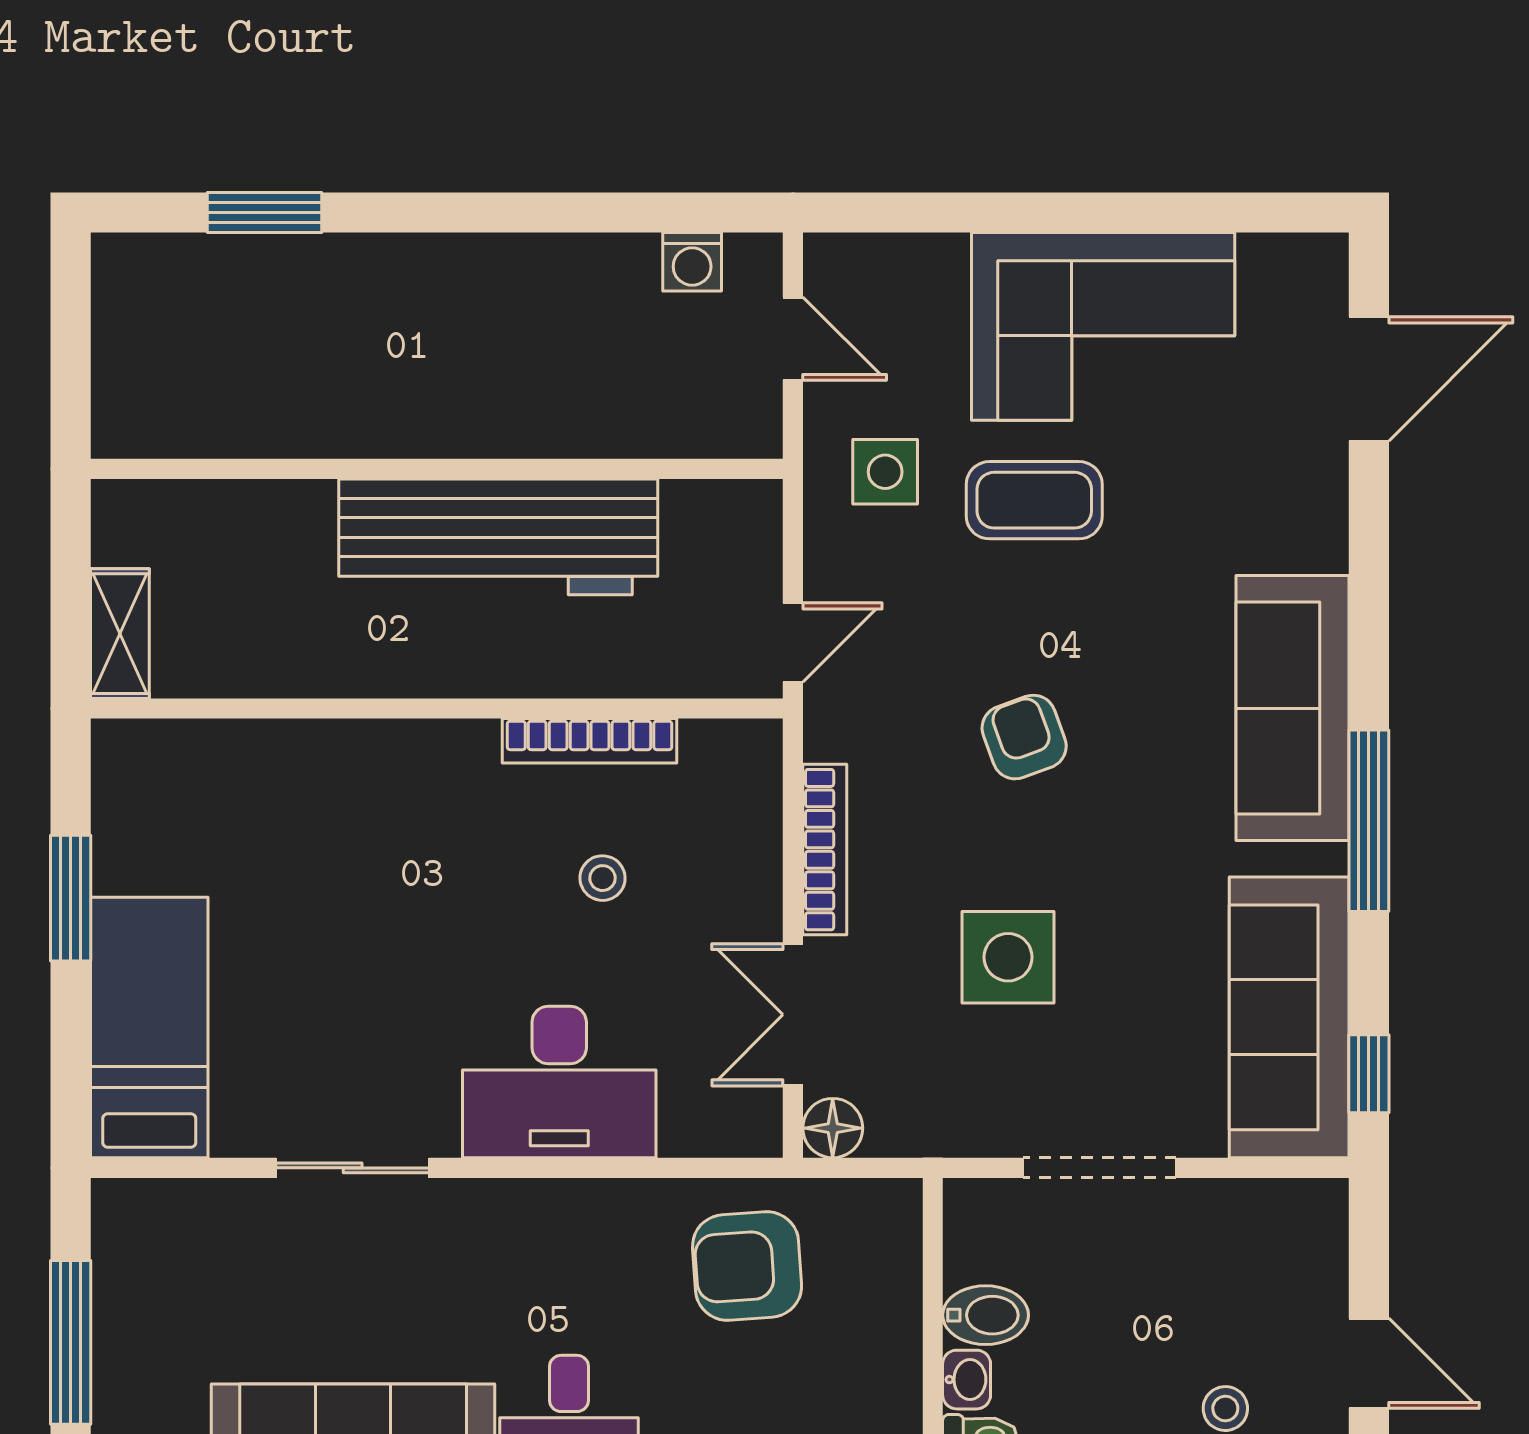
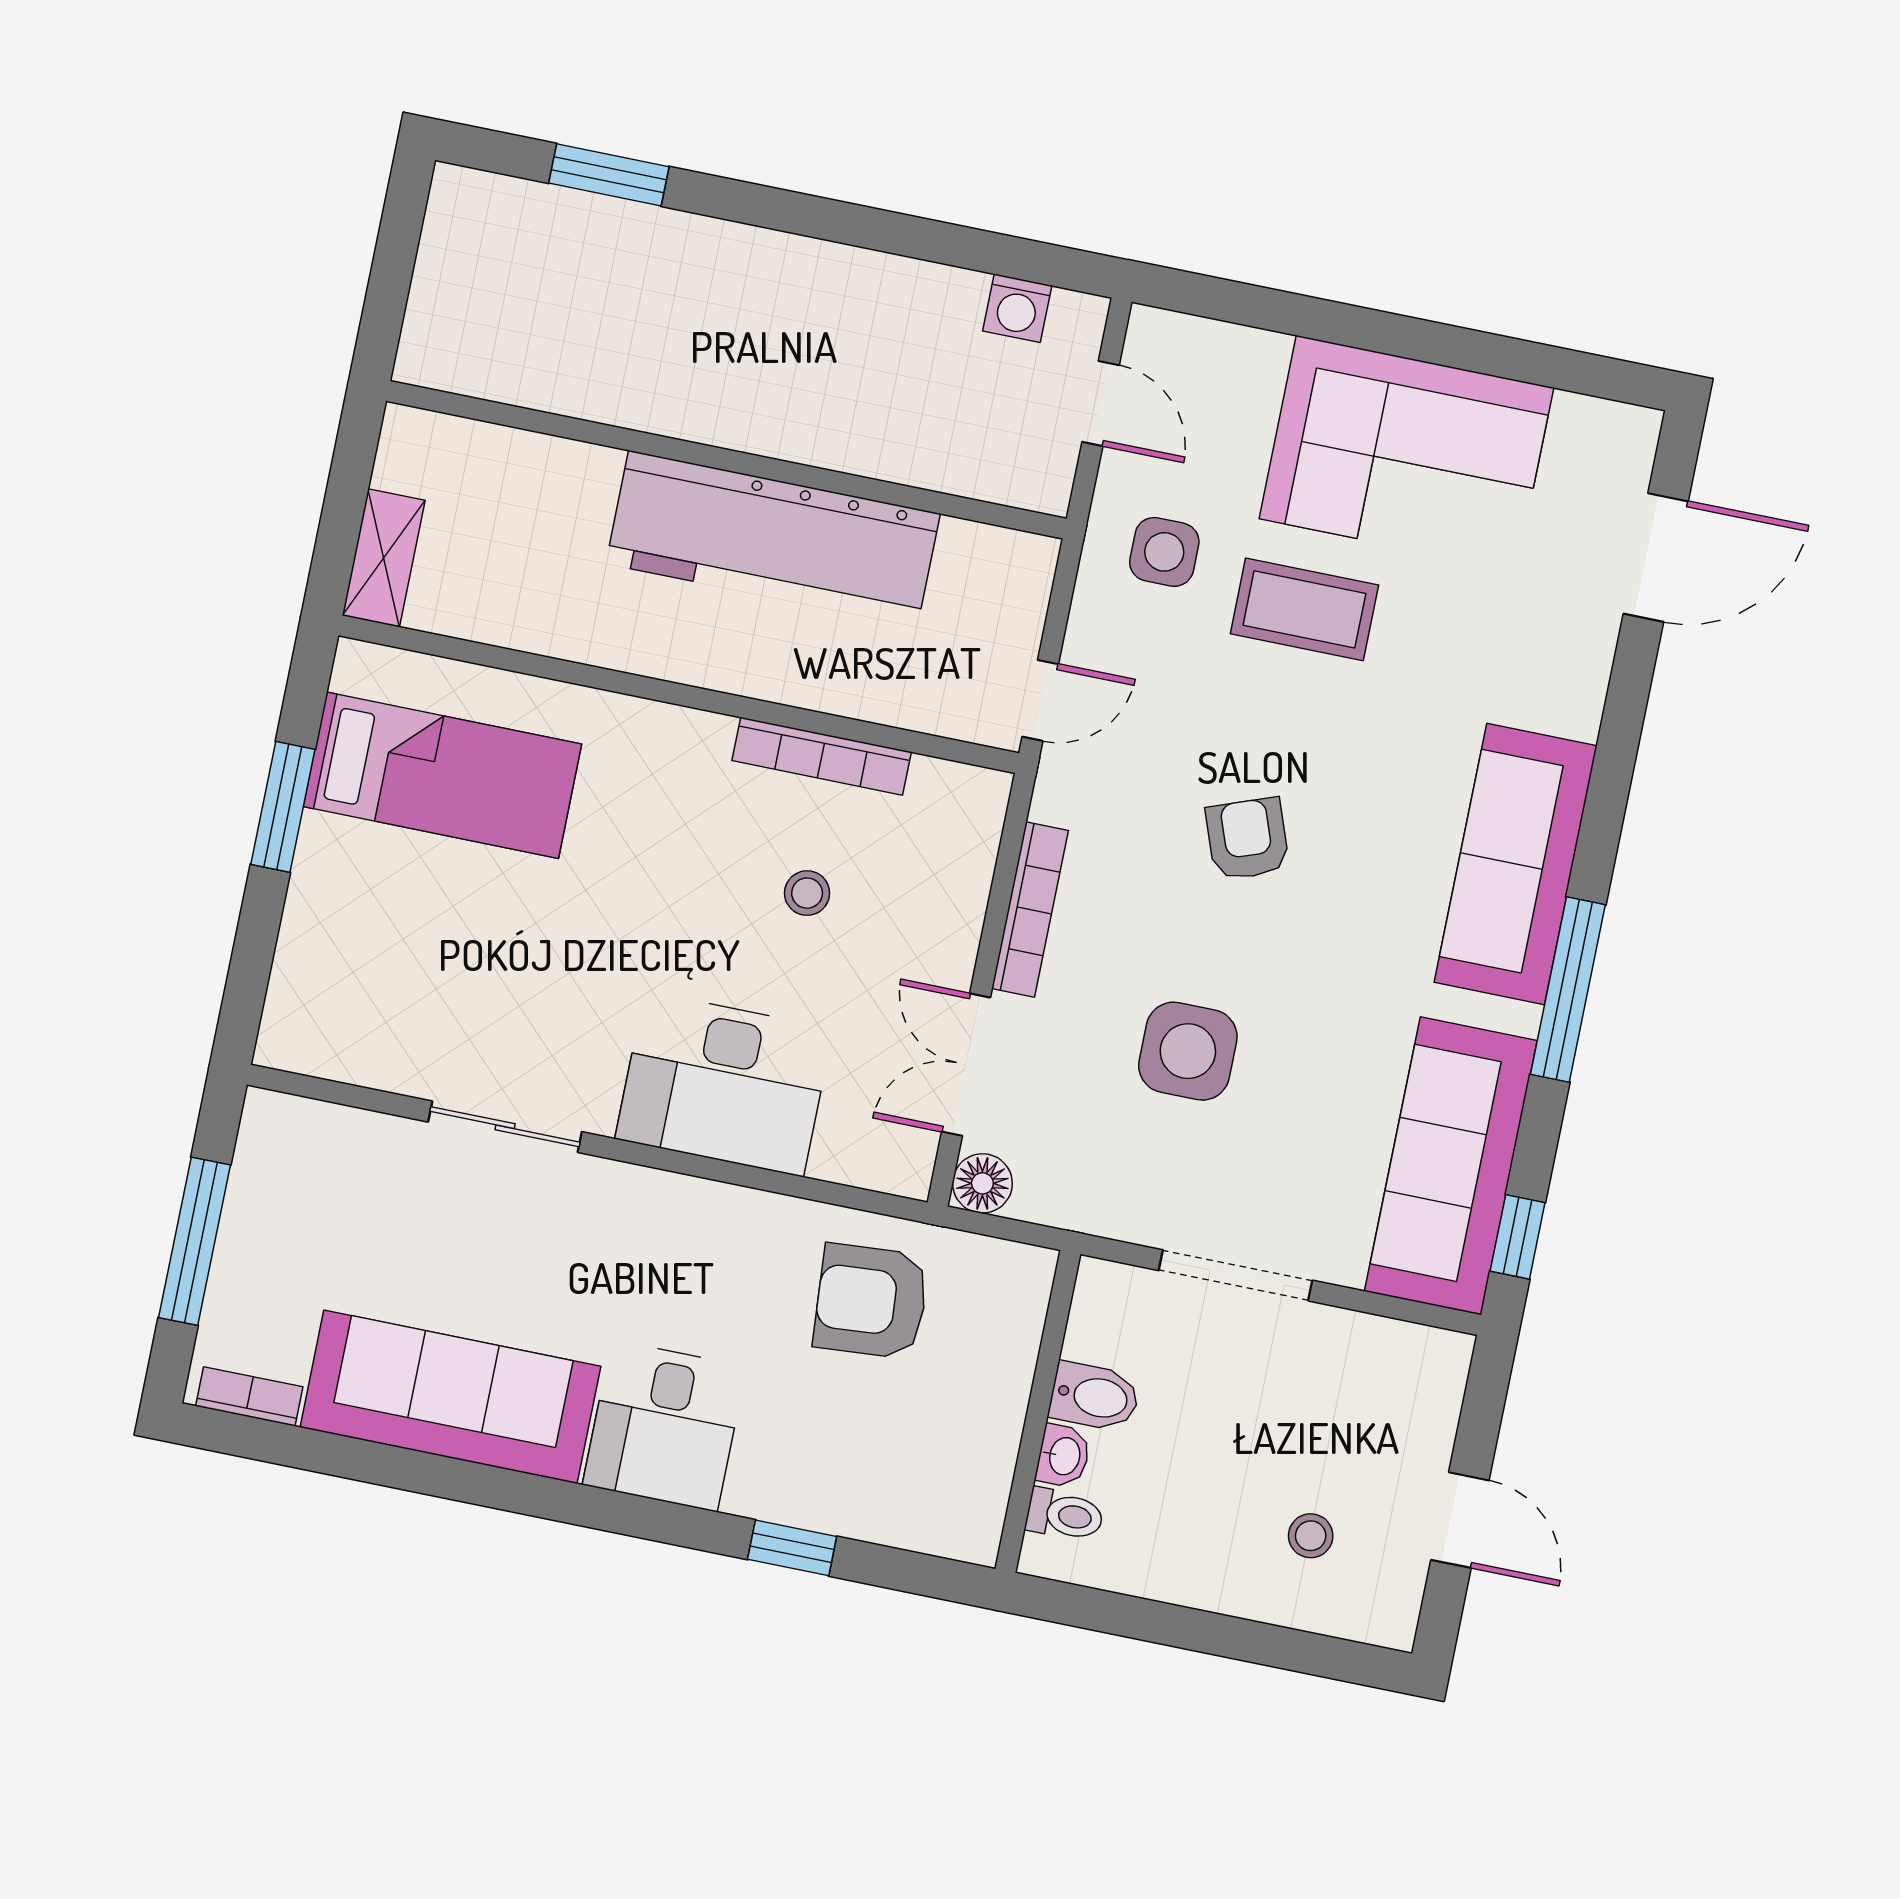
bed: (149, 1027) -> (442, 775), moved, turned 90

